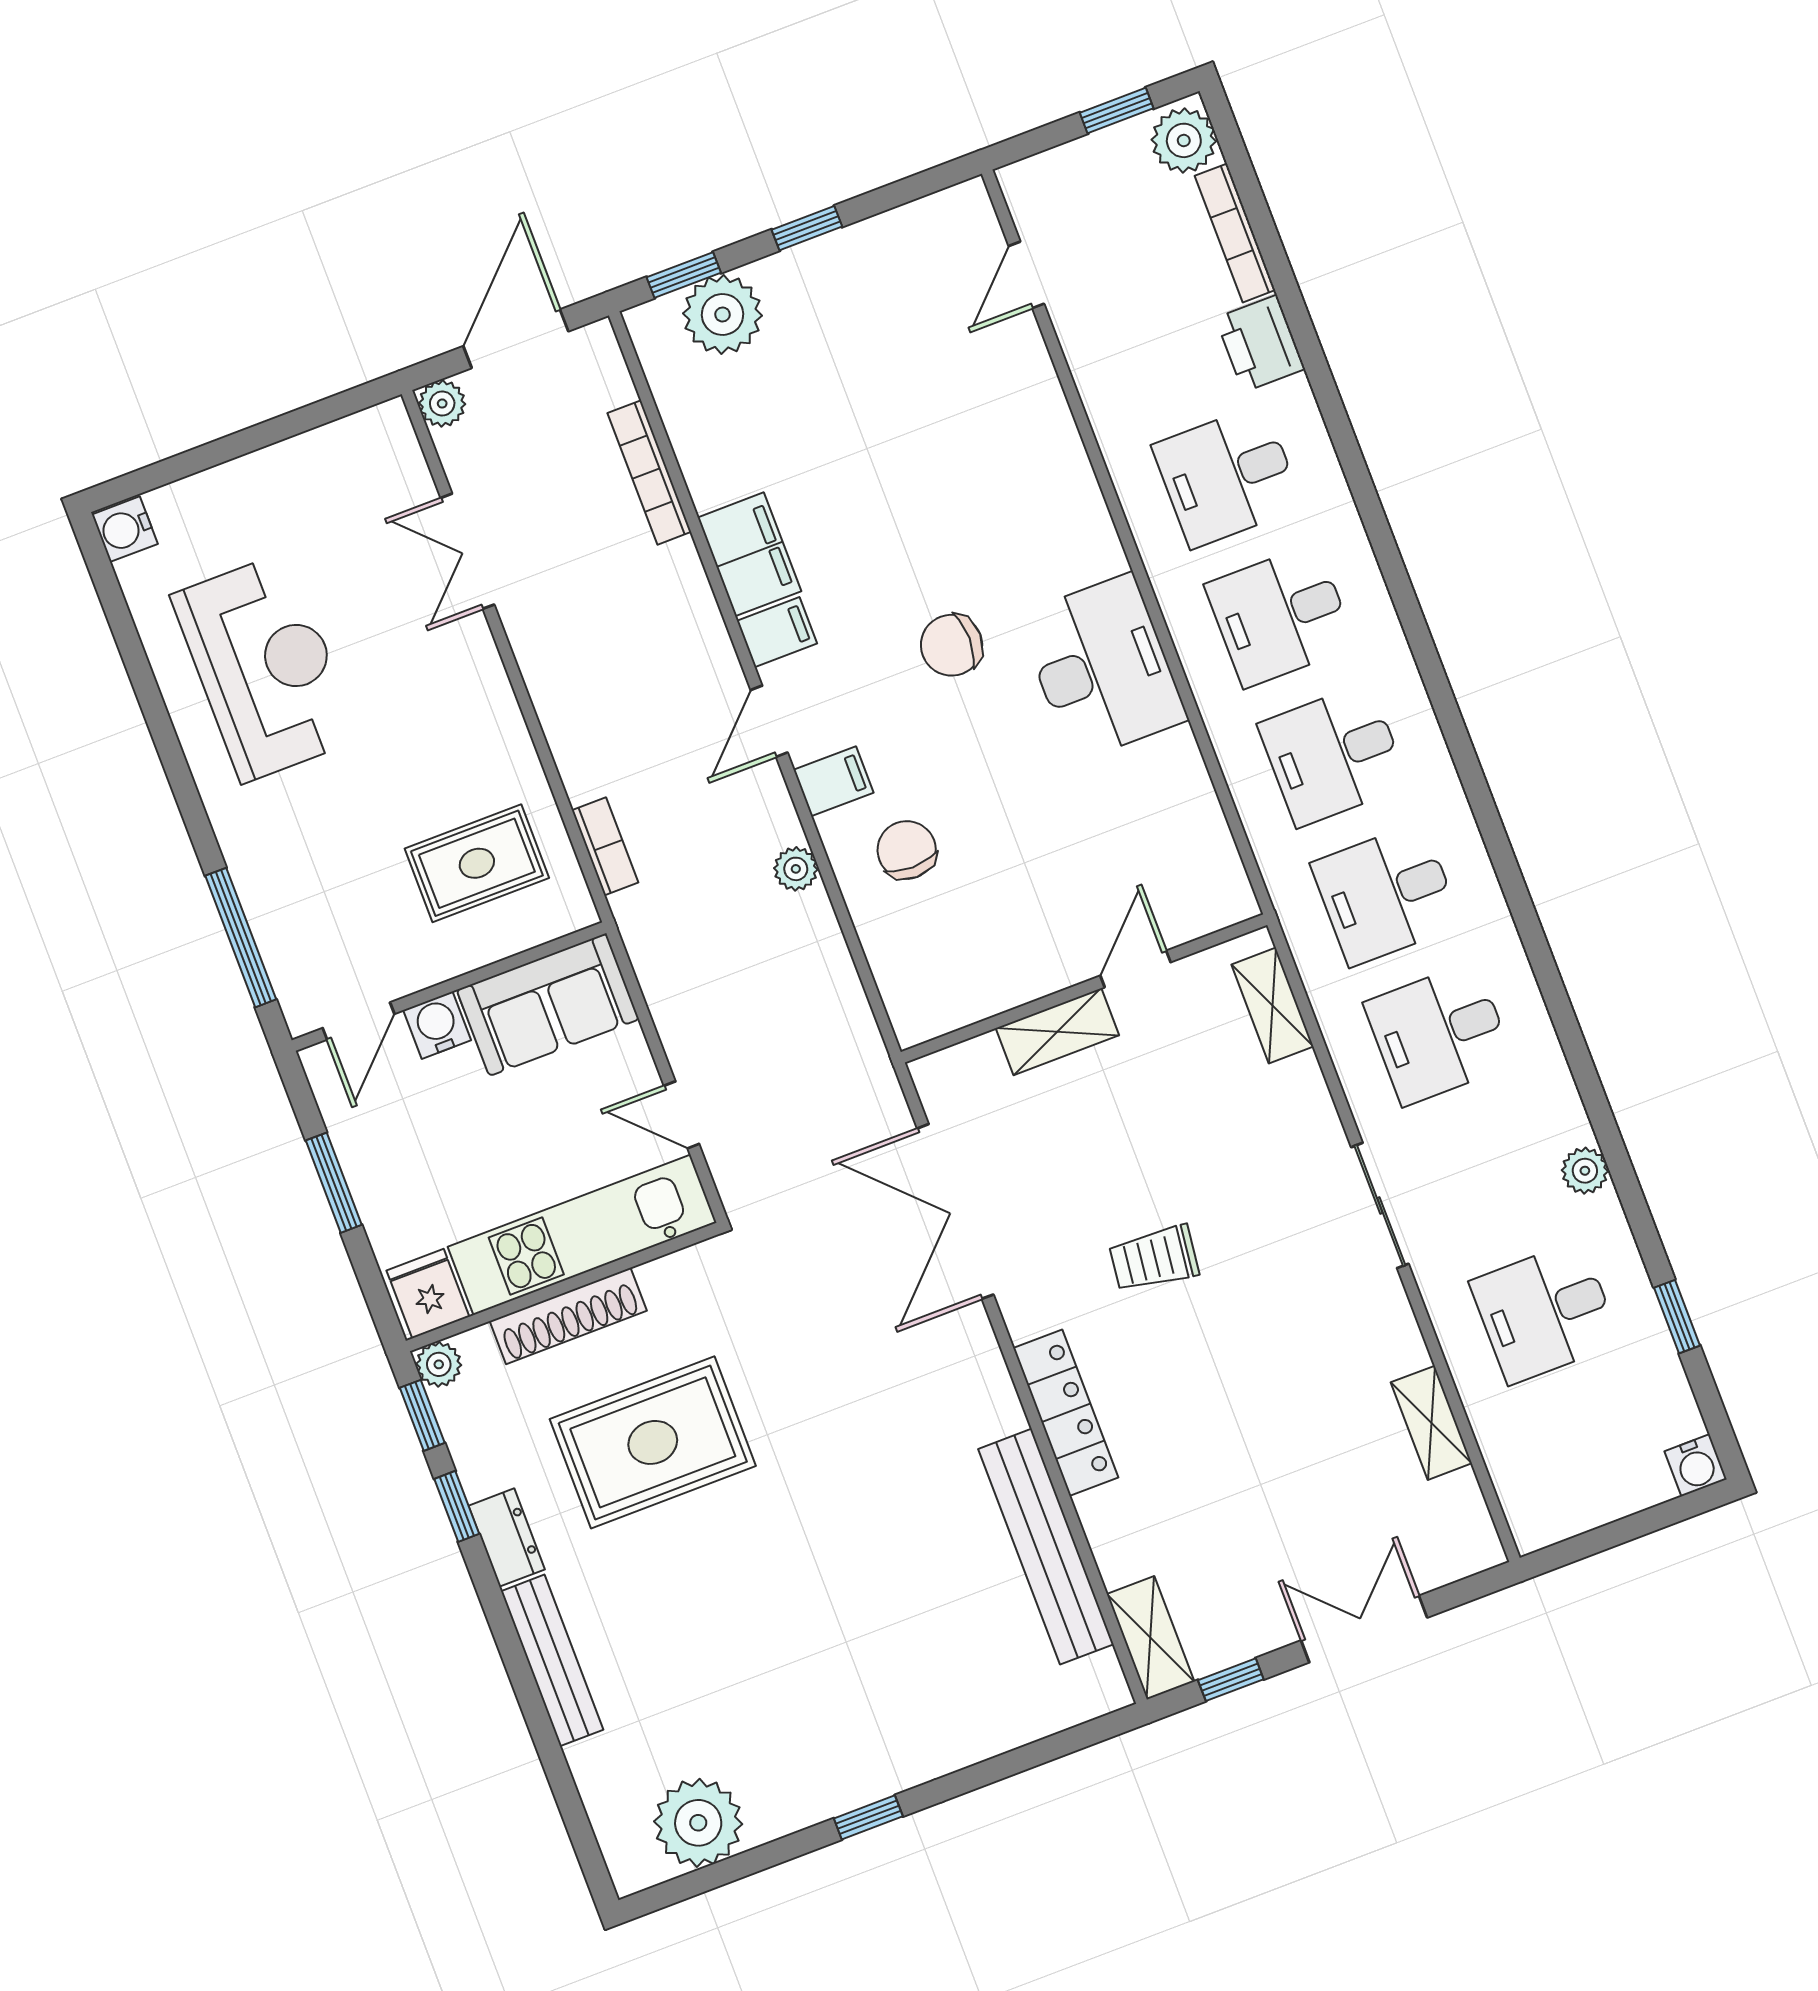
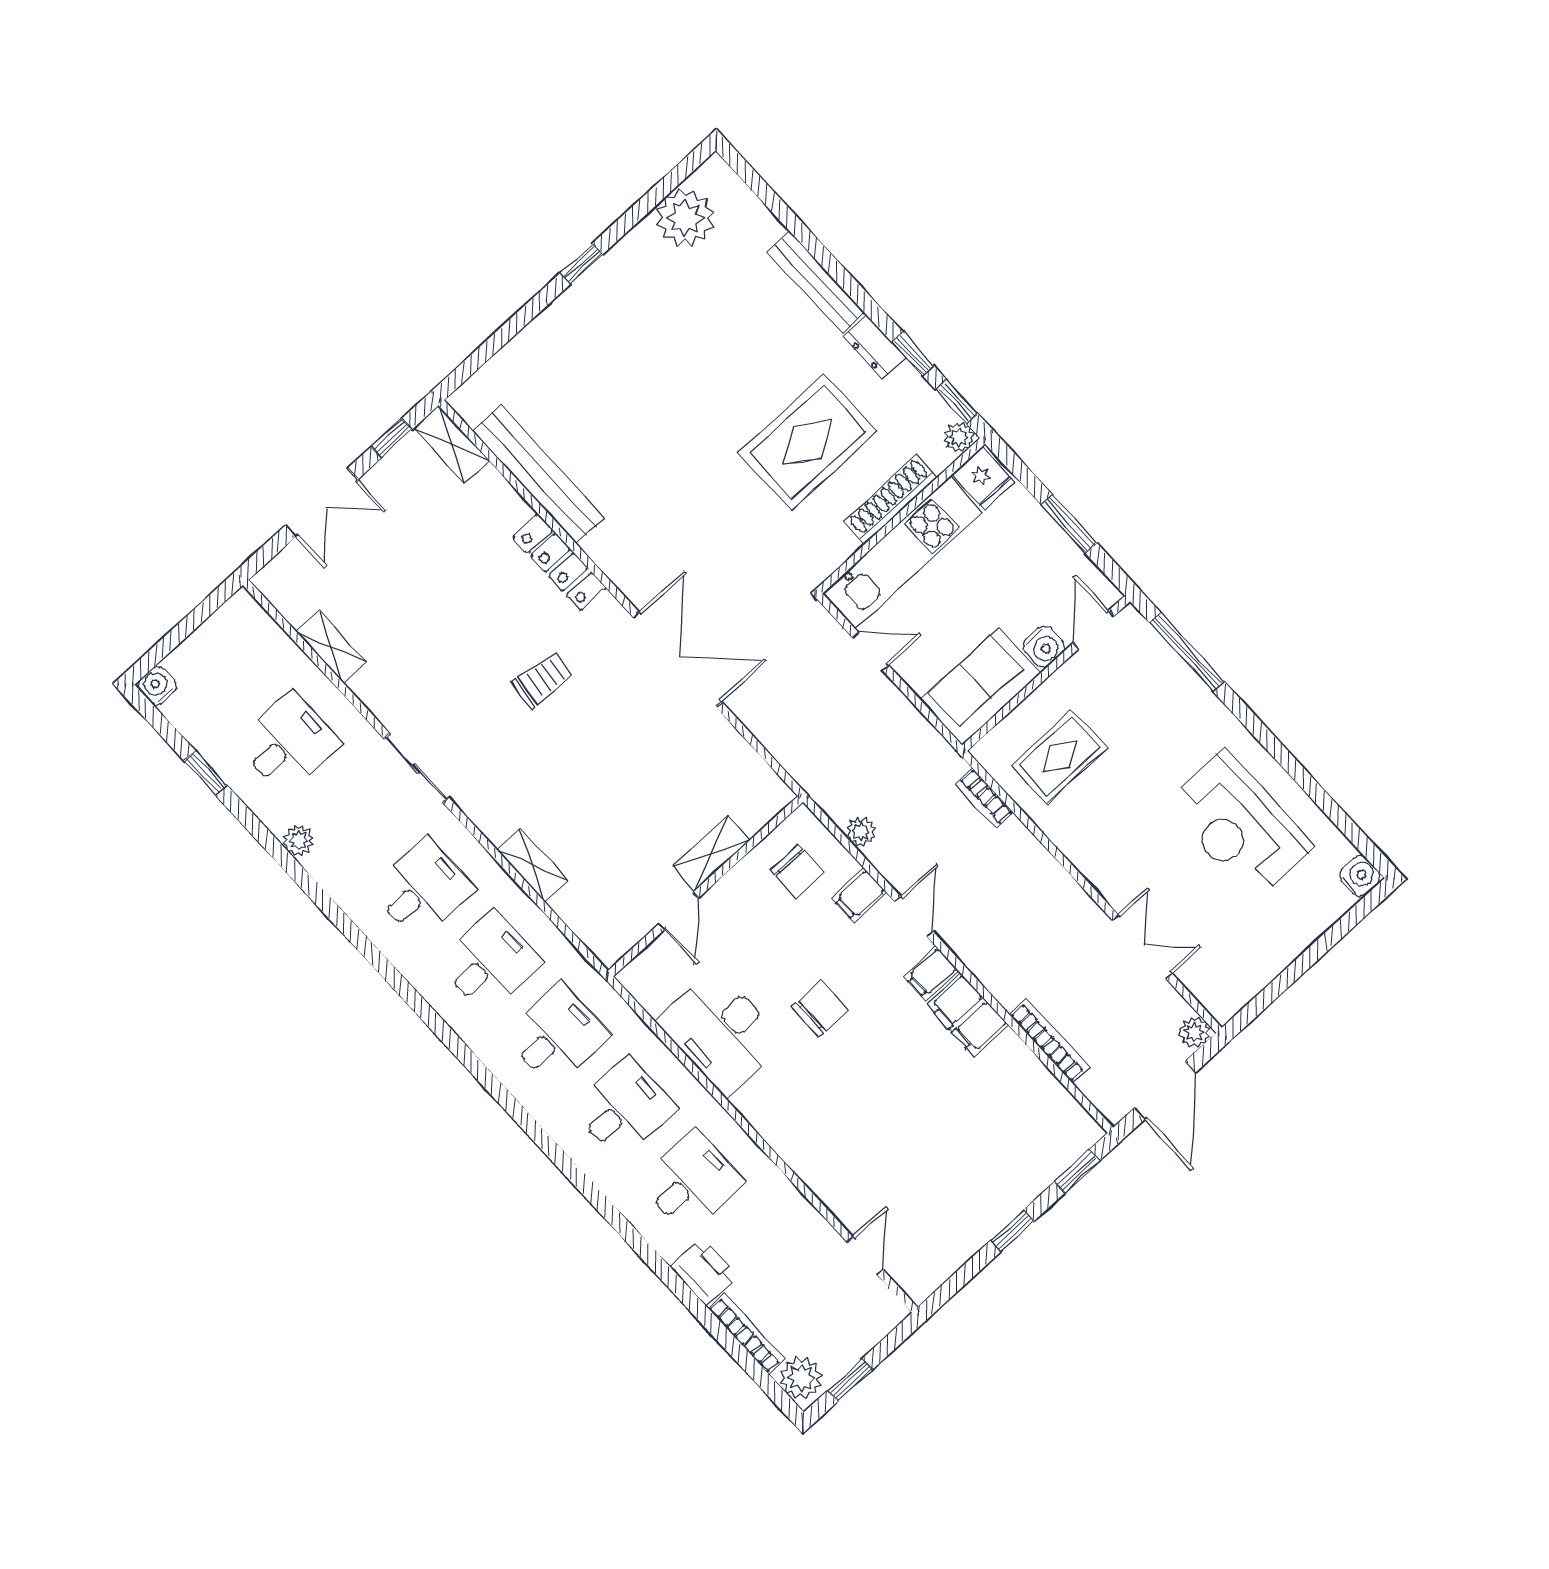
plant: (722, 314) -> (1043, 1156), removed
door: (1135, 969) -> (679, 911), moved
wall: (1084, 988) -> (706, 886), moved
shelving: (1057, 1032) -> (711, 853), moved

